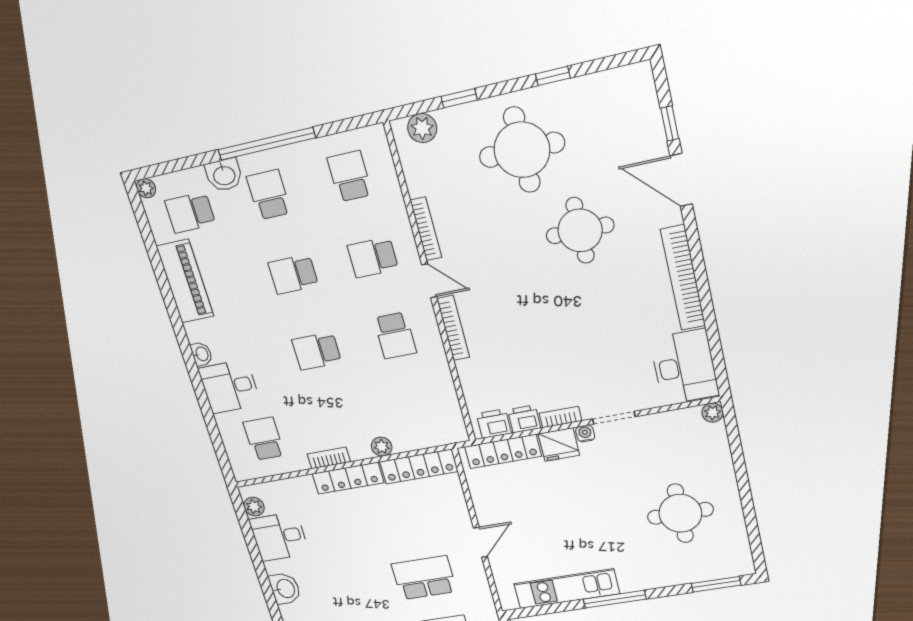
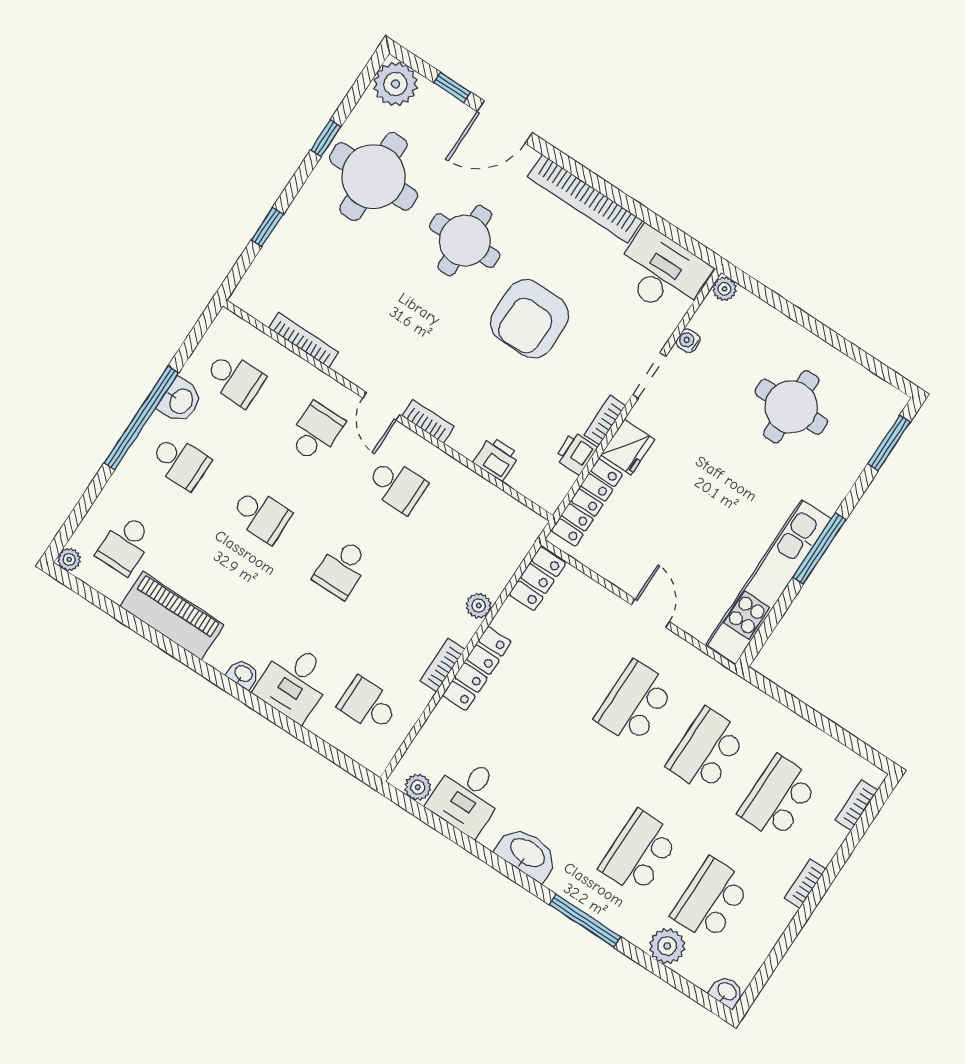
plant: (422, 128) -> (395, 84), moved, width x1.36, depth x1.36
round table: (522, 150) -> (373, 177), moved
washbasin: (224, 175) -> (180, 401), moved
school desk: (350, 176) -> (235, 379), turned 180
school desk: (269, 195) -> (180, 462), turned 180
bookcase: (426, 229) -> (304, 340), moved
school desk: (373, 257) -> (316, 432), turned 180
school desk: (293, 274) -> (261, 515), turned -90
door: (429, 281) -> (381, 406), swing flipped
armchair: (574, 317) -> (530, 319), added
bookcase: (453, 328) -> (428, 421), width x0.64
printer: (494, 424) -> (496, 459), moved, turned 90
water cooler: (585, 433) -> (688, 341), moved
locker: (419, 467) -> (537, 579), width x0.66
washbasin: (285, 589) -> (527, 853), width x1.38
kitchen unit: (567, 589) -> (769, 582), width x1.36

